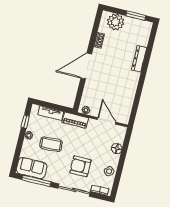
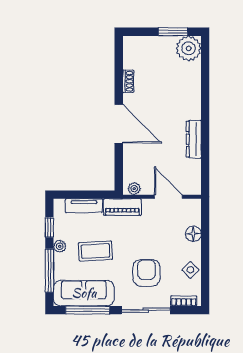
plant: (116, 22) -> (189, 48), moved
dresser: (139, 59) -> (194, 139), moved
door: (86, 66) -> (119, 124), swing flipped
window: (18, 149) -> (49, 271), added
armchair: (80, 166) -> (147, 273), turned 90
sofa: (32, 168) -> (84, 293), width x1.36

